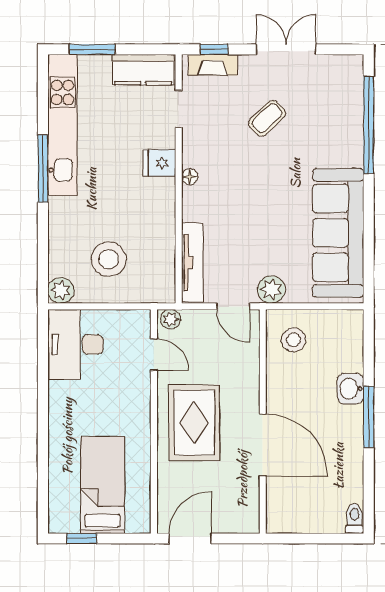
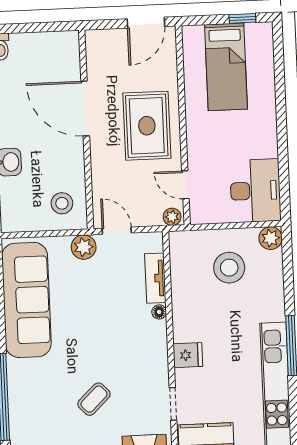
floor lamp: (190, 177) -> (159, 312), moved
tv unit: (192, 262) -> (155, 278), width x0.71

